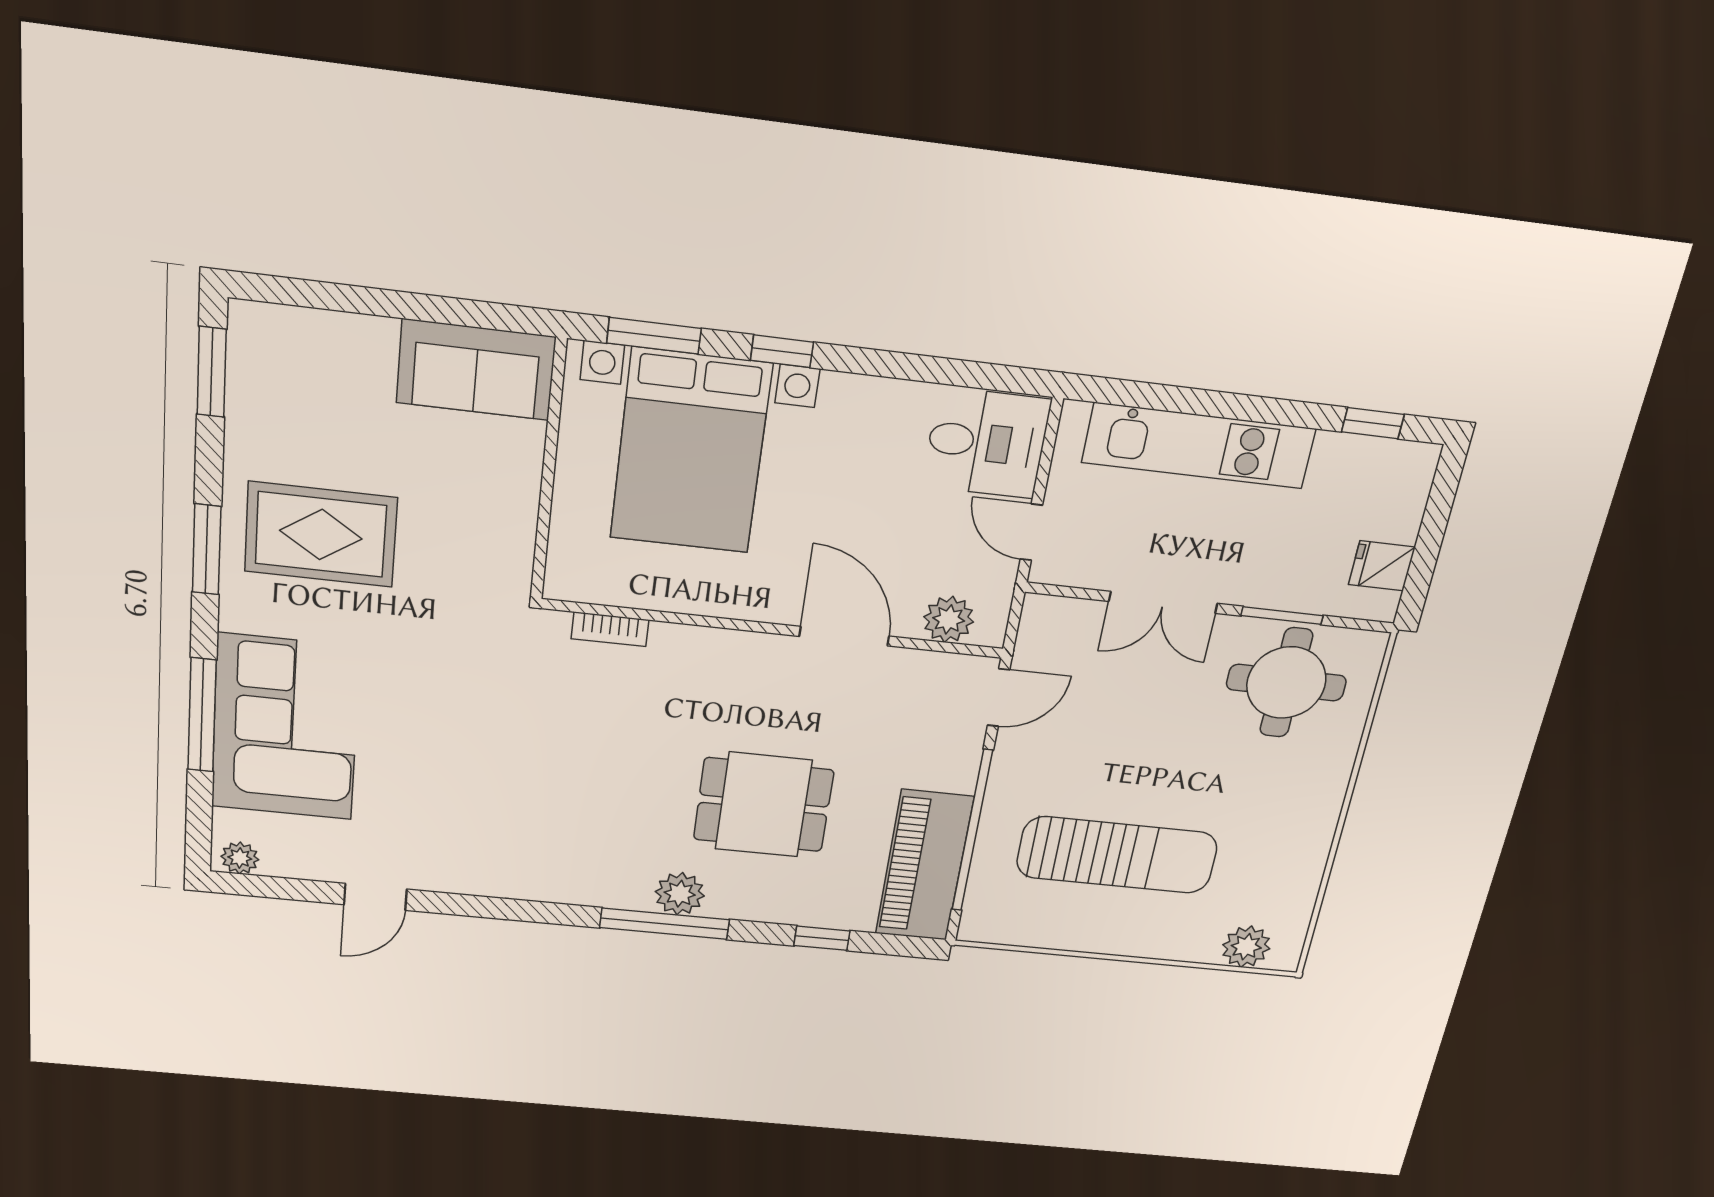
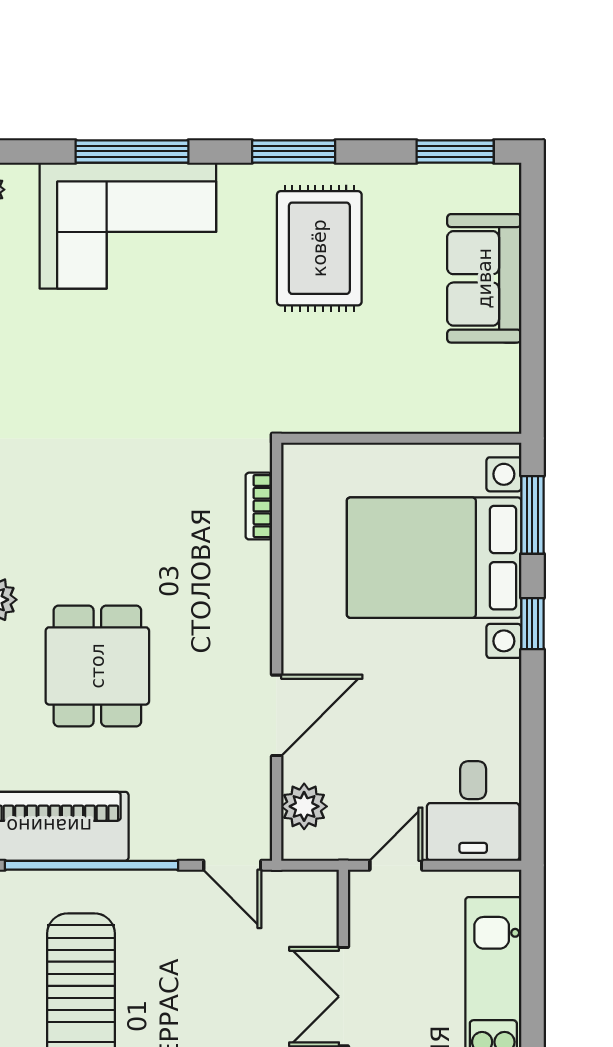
sofa: (476, 370) -> (484, 278), moved

